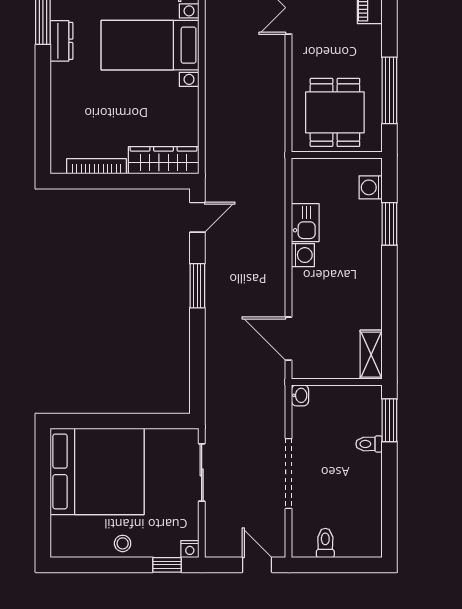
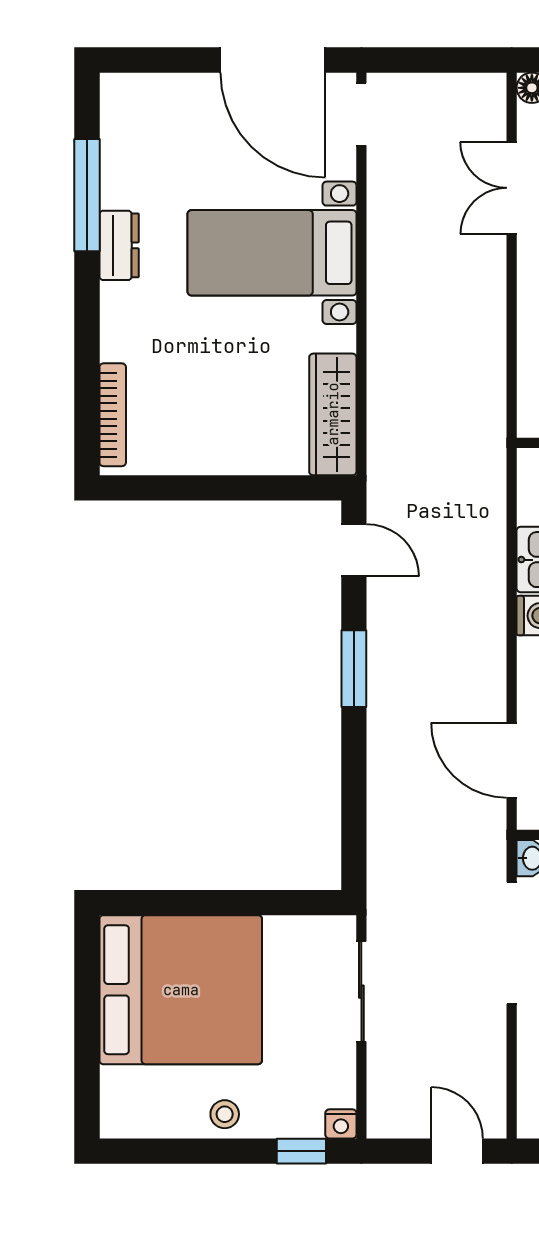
wardrobe: (164, 160) -> (333, 414), moved, turned -90
bookcase: (97, 166) -> (113, 415), moved, turned 90
door: (197, 217) -> (354, 550), hinge flipped
doorway: (289, 473) -> (512, 943), moved

